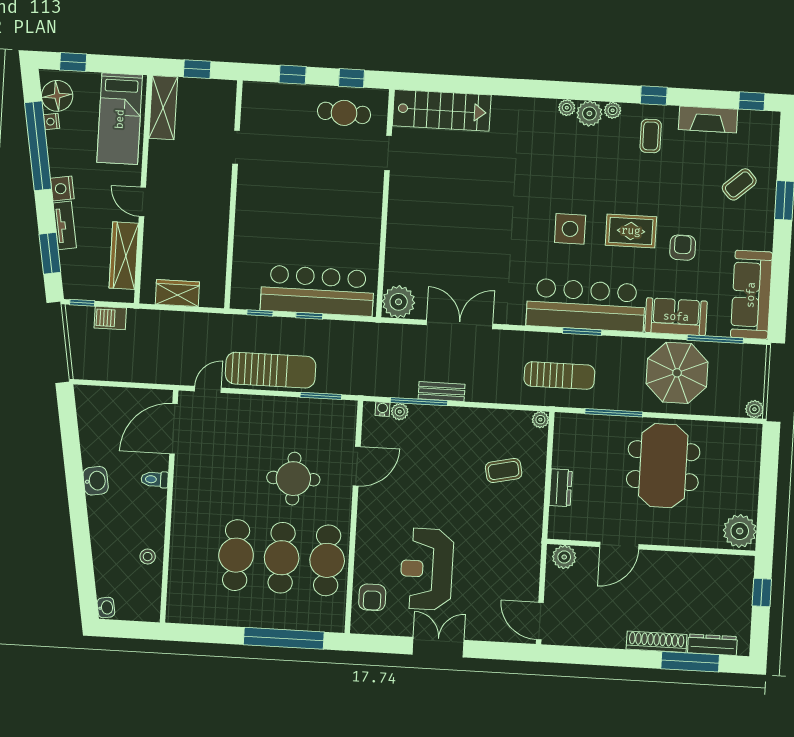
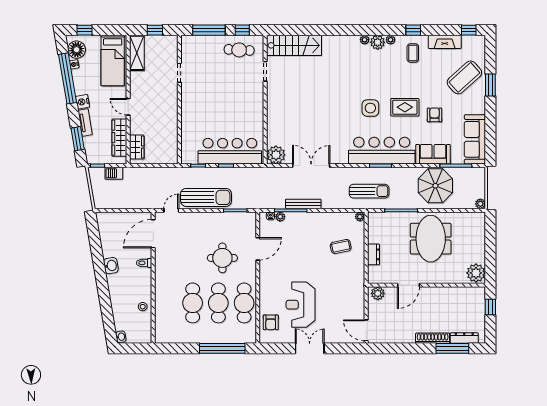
window: (293, 75) -> (209, 30), width x2.17
coffee table: (739, 184) -> (464, 77), width x1.86, depth x1.72
wardrobe: (177, 293) -> (137, 147), moved, turned 90
bench: (442, 391) -> (303, 204), width x1.36

